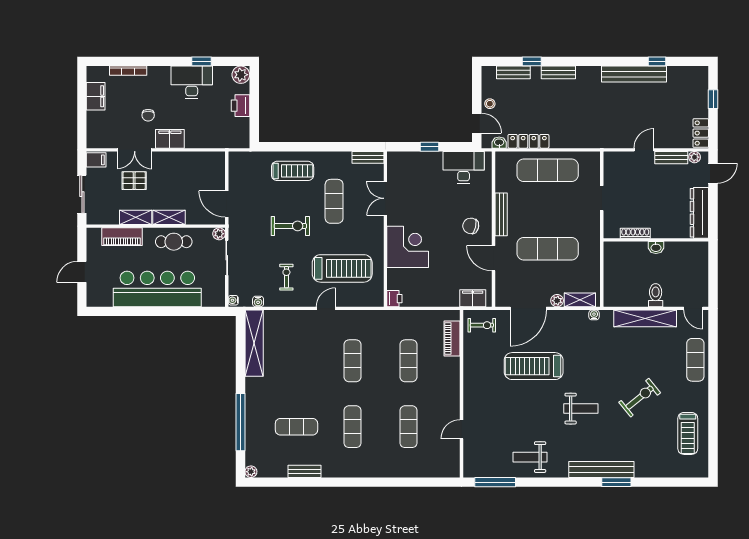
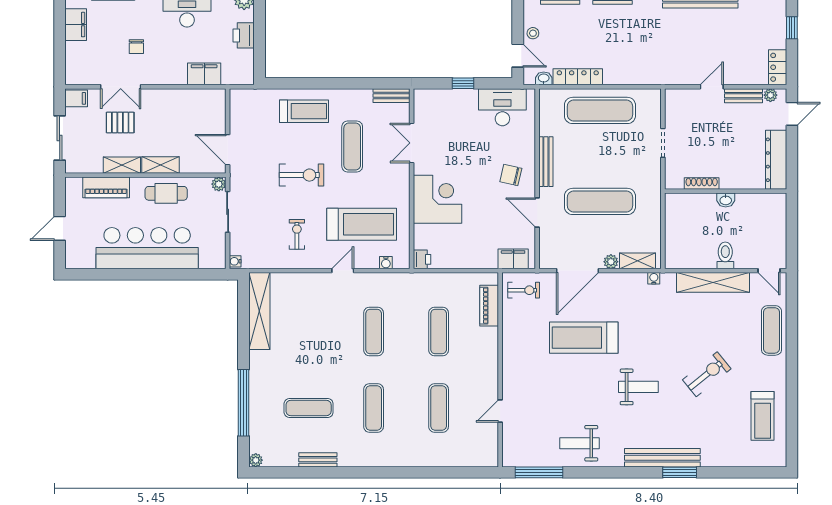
filing cabinet: (170, 139) -> (204, 74), moved
water cooler: (258, 301) -> (386, 263), moved

